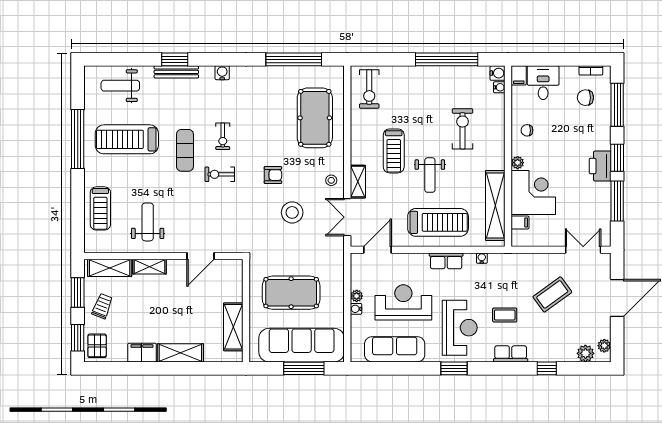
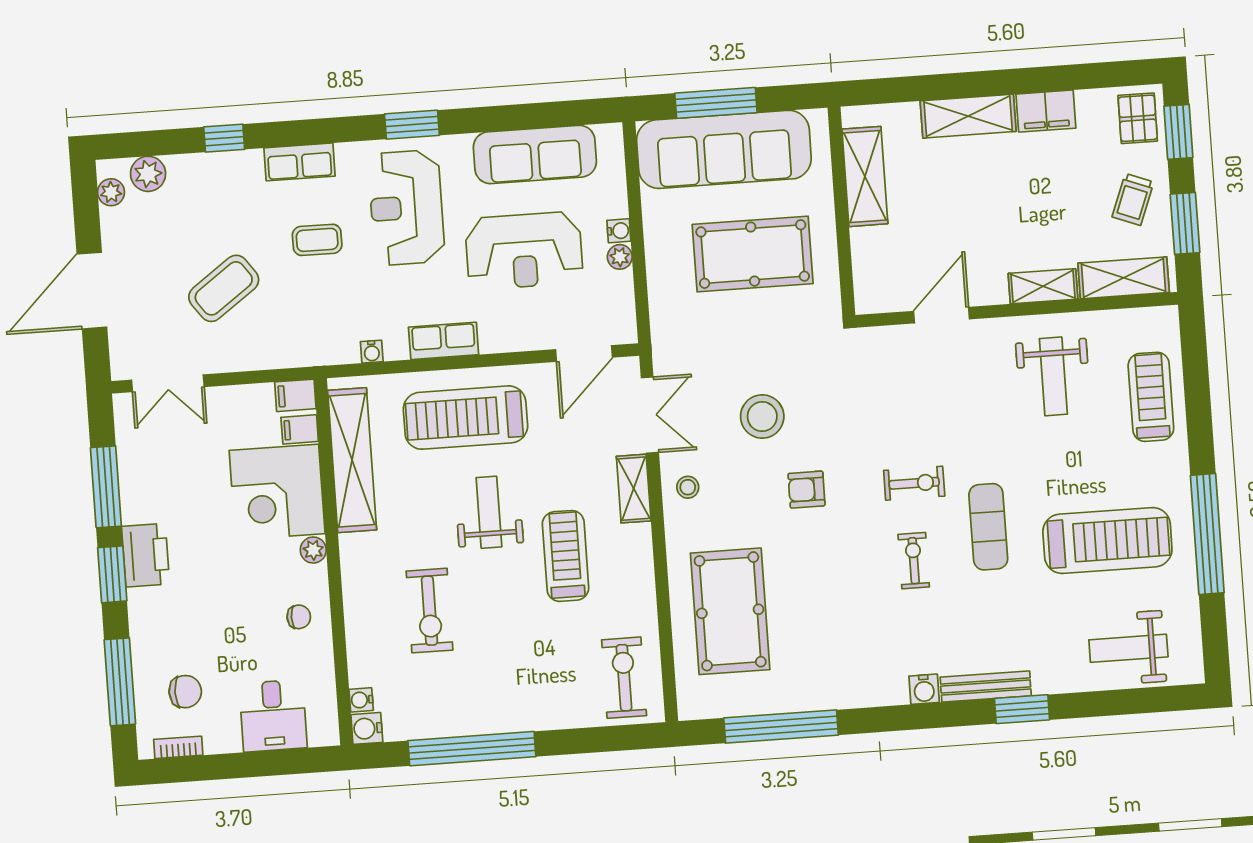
bench: (176, 72) -> (986, 687), moved
filing cabinet: (519, 75) -> (295, 395), moved, turned -90
weight bench: (120, 86) -> (1128, 648), turned 180

